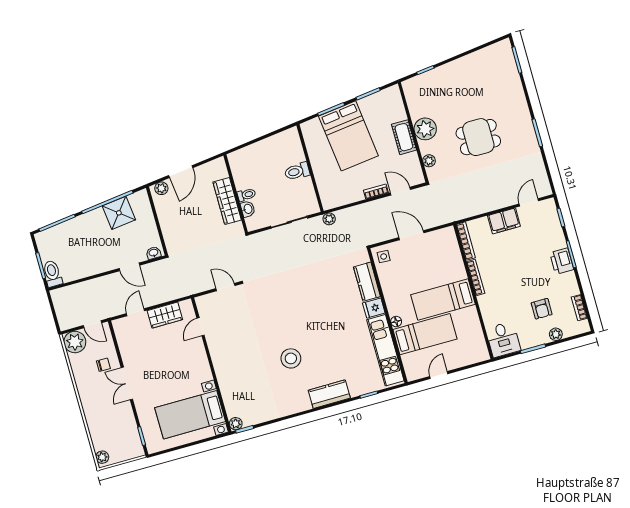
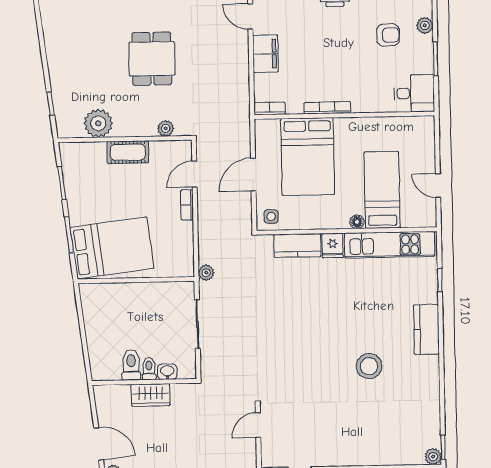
plant: (425, 129) -> (98, 123), moved
bed: (348, 136) -> (112, 248), moved
toilet: (297, 171) -> (131, 365), moved, turned 180
wardrobe: (227, 201) -> (151, 395), width x0.67
bookcase: (466, 241) -> (270, 109), width x0.64
bed: (443, 300) -> (308, 157), moved, width x1.50

